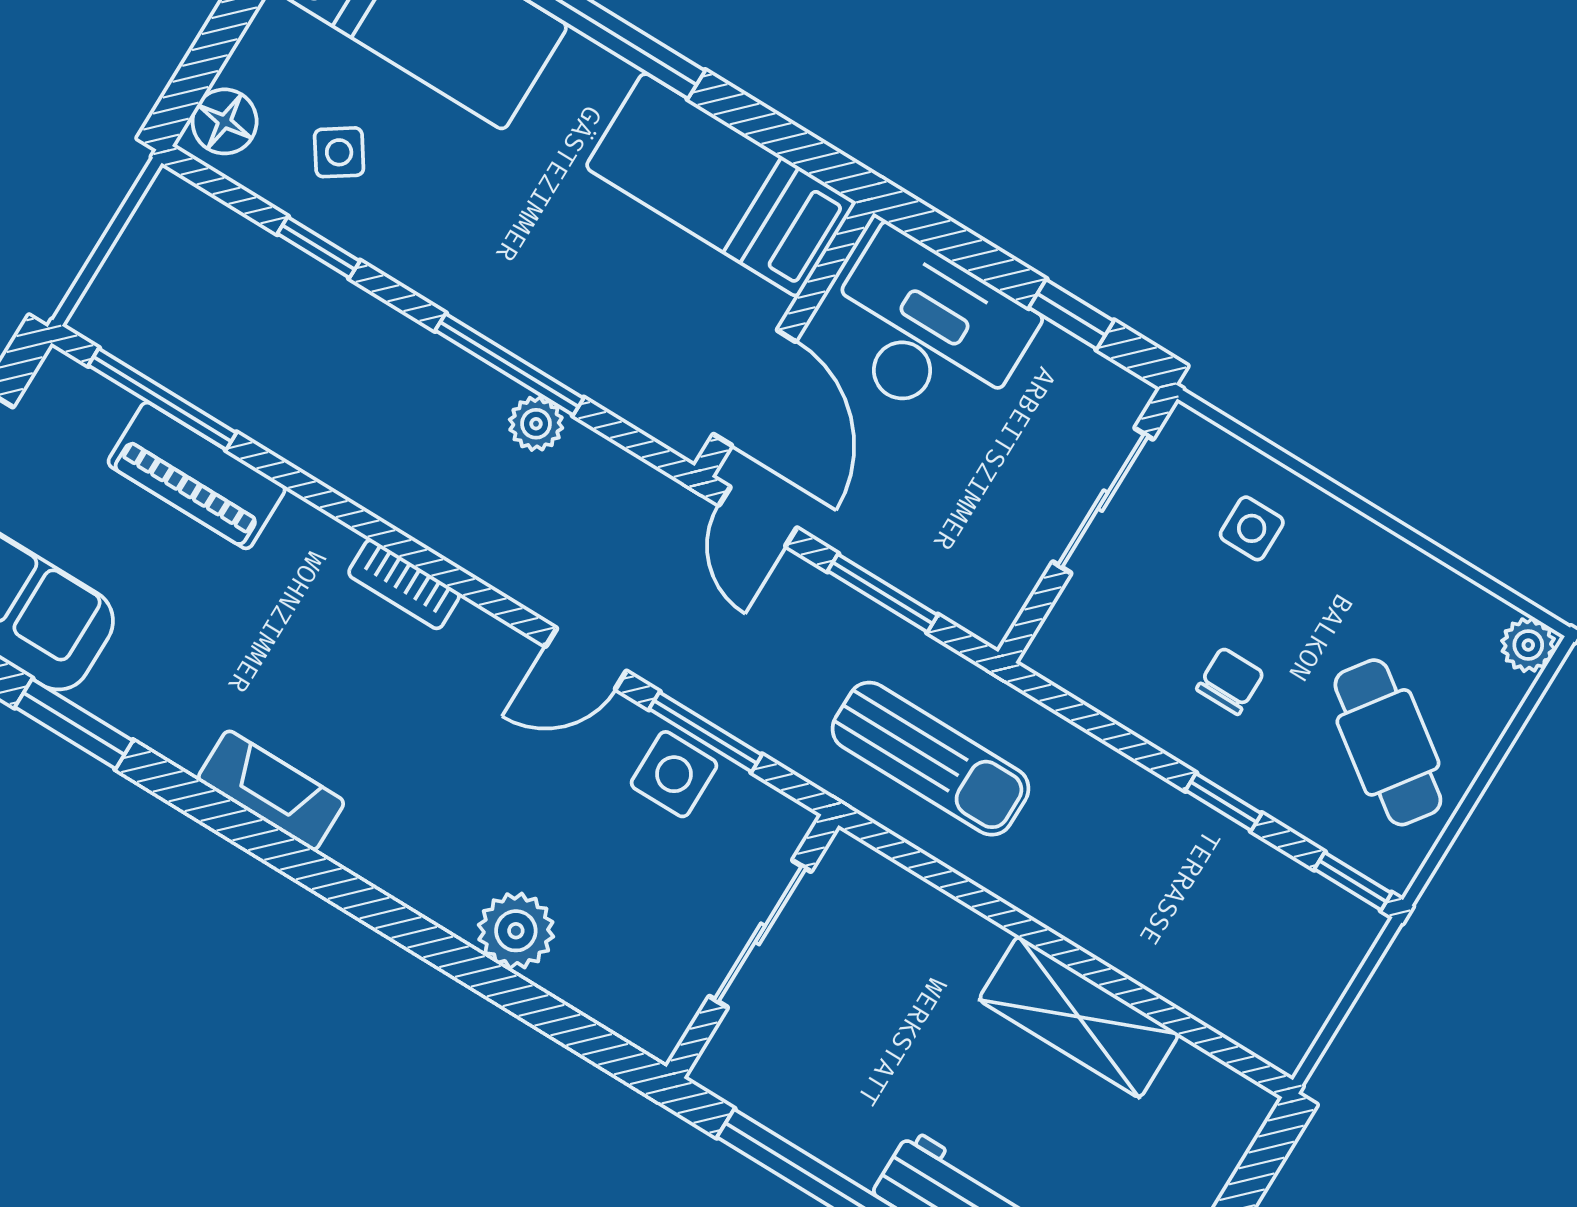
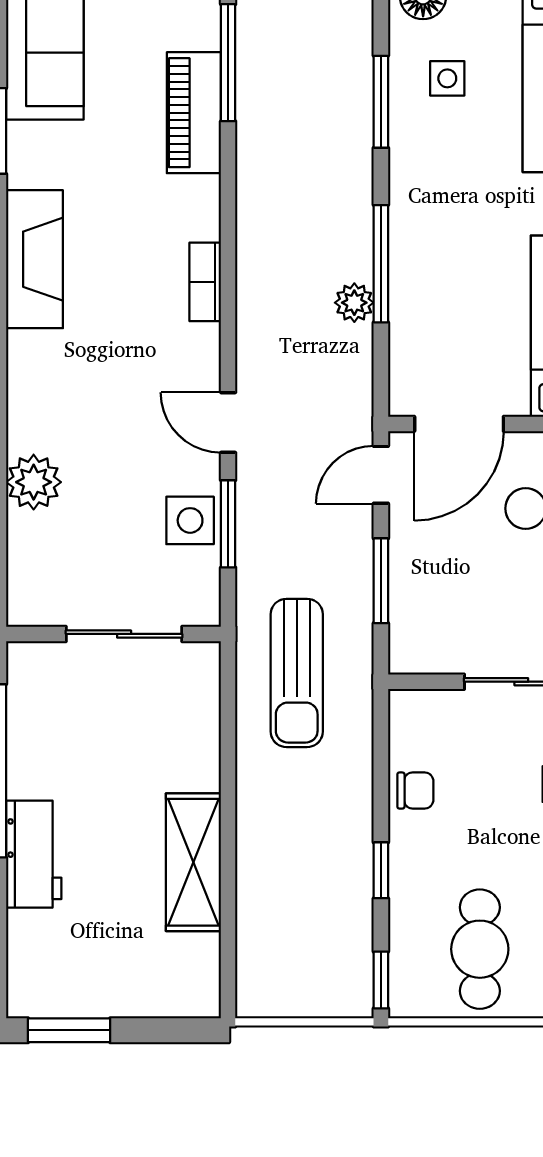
side table: (339, 152) -> (447, 78), turned 34
window: (319, 247) -> (381, 102), width x1.50
chair: (1230, 681) -> (415, 791), moved
cafe table: (1388, 742) -> (480, 949), turned -36
fireplace: (271, 790) -> (34, 259), width x1.37, depth x1.32

